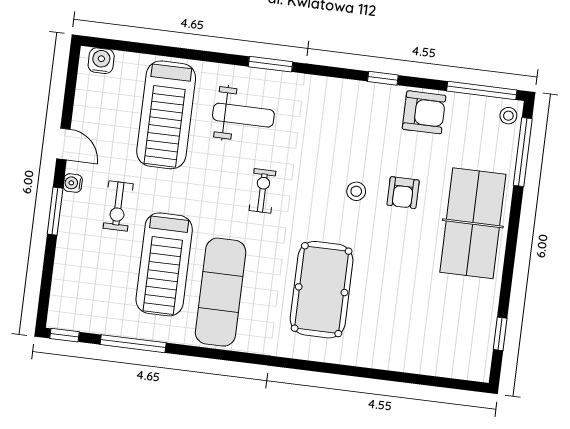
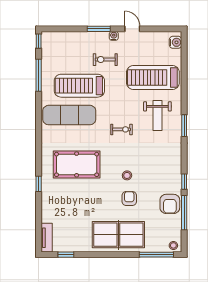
window: (482, 90) -> (184, 213), moved
door: (63, 144) -> (132, 29), swing flipped
armchair: (403, 193) -> (129, 198), turned 90
tv unit: (461, 368) -> (47, 238), added
window: (351, 371) -> (39, 184), added

